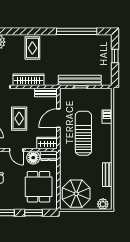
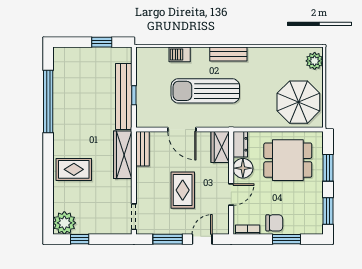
window: (115, 56) -> (102, 42), moved
wardrobe: (29, 80) -> (123, 155), moved
rug: (19, 119) -> (183, 190), turned 90
bench: (107, 175) -> (228, 54), moved

